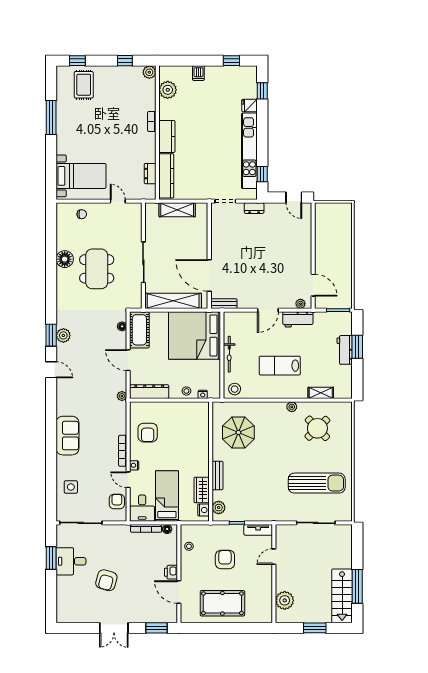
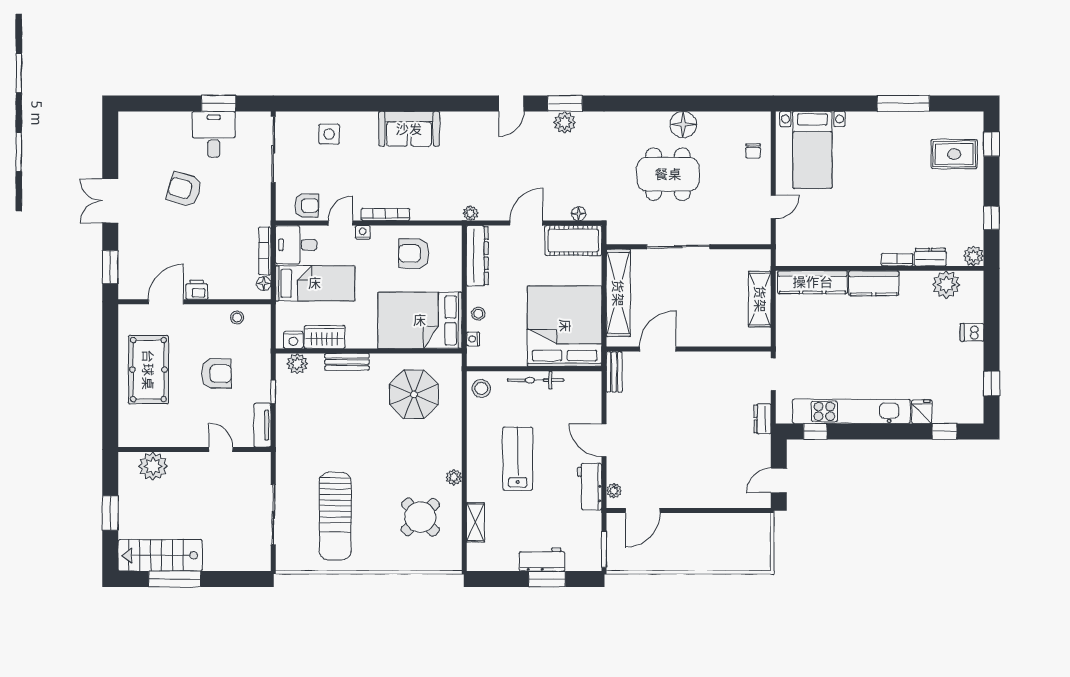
dresser: (150, 174) -> (930, 257), moved
door: (209, 275) -> (658, 349), width x0.73
bed: (191, 429) -> (420, 320), added

